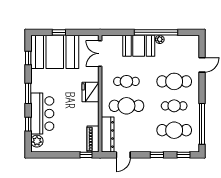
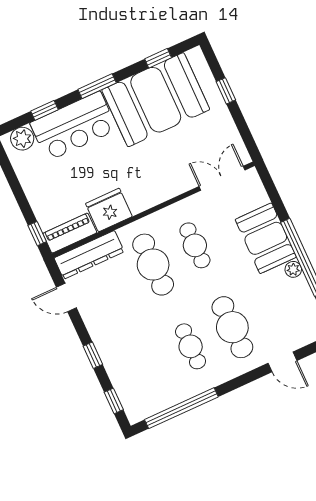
booth: (55, 52) -> (156, 100), moved, turned 90
fridge: (90, 92) -> (109, 210), moved
cafe table: (174, 130) -> (149, 365), removed

